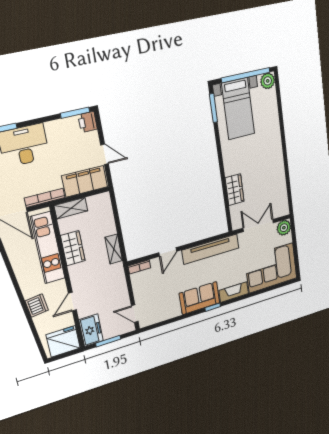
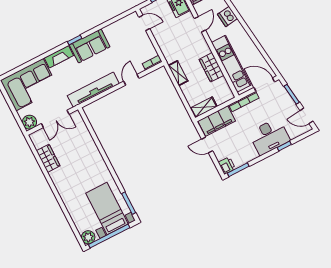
wardrobe: (235, 190) -> (48, 158), moved, turned 180
shelving: (71, 208) -> (204, 107), moved

